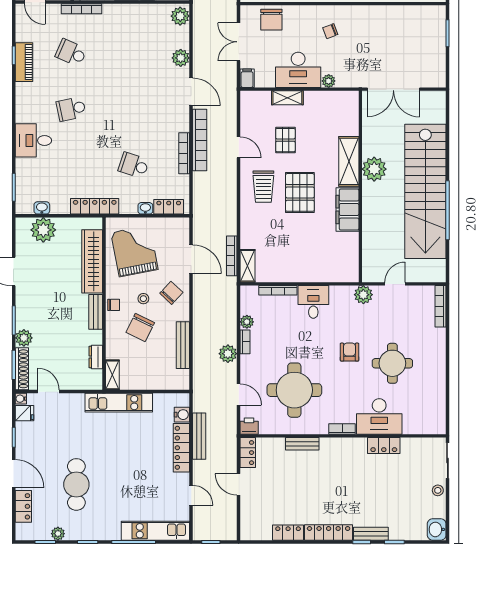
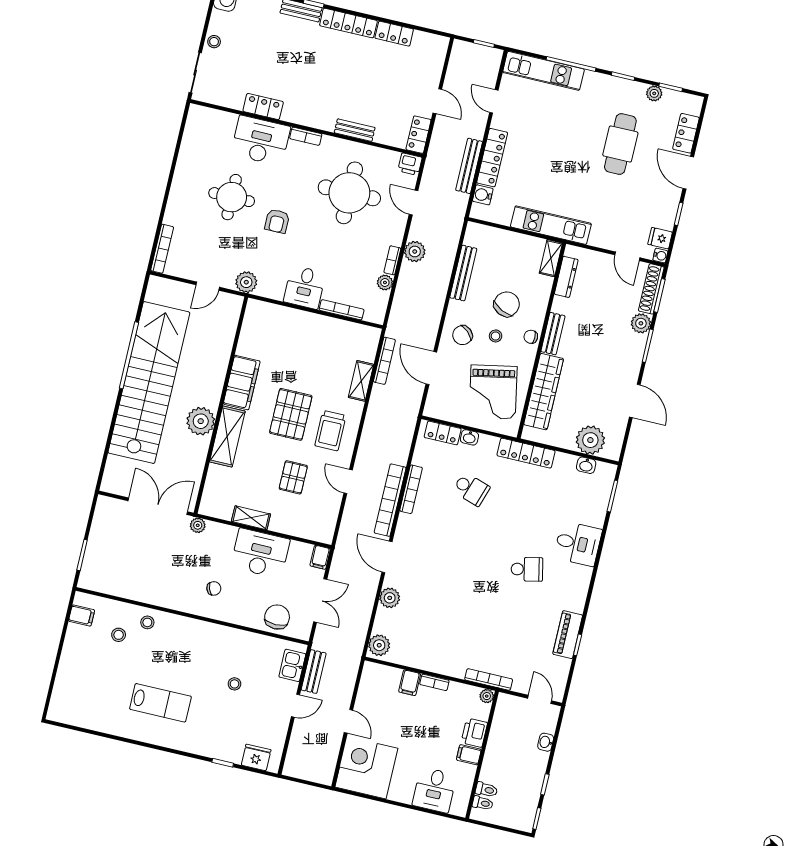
school desk: (71, 53) -> (512, 633), removed
plant: (329, 81) -> (198, 525), moved
shelving: (287, 98) -> (251, 518), moved
trolley: (263, 187) -> (330, 431), turned 180
shelving: (247, 266) -> (361, 381), moved
dresser: (96, 357) -> (566, 277), width x1.44

